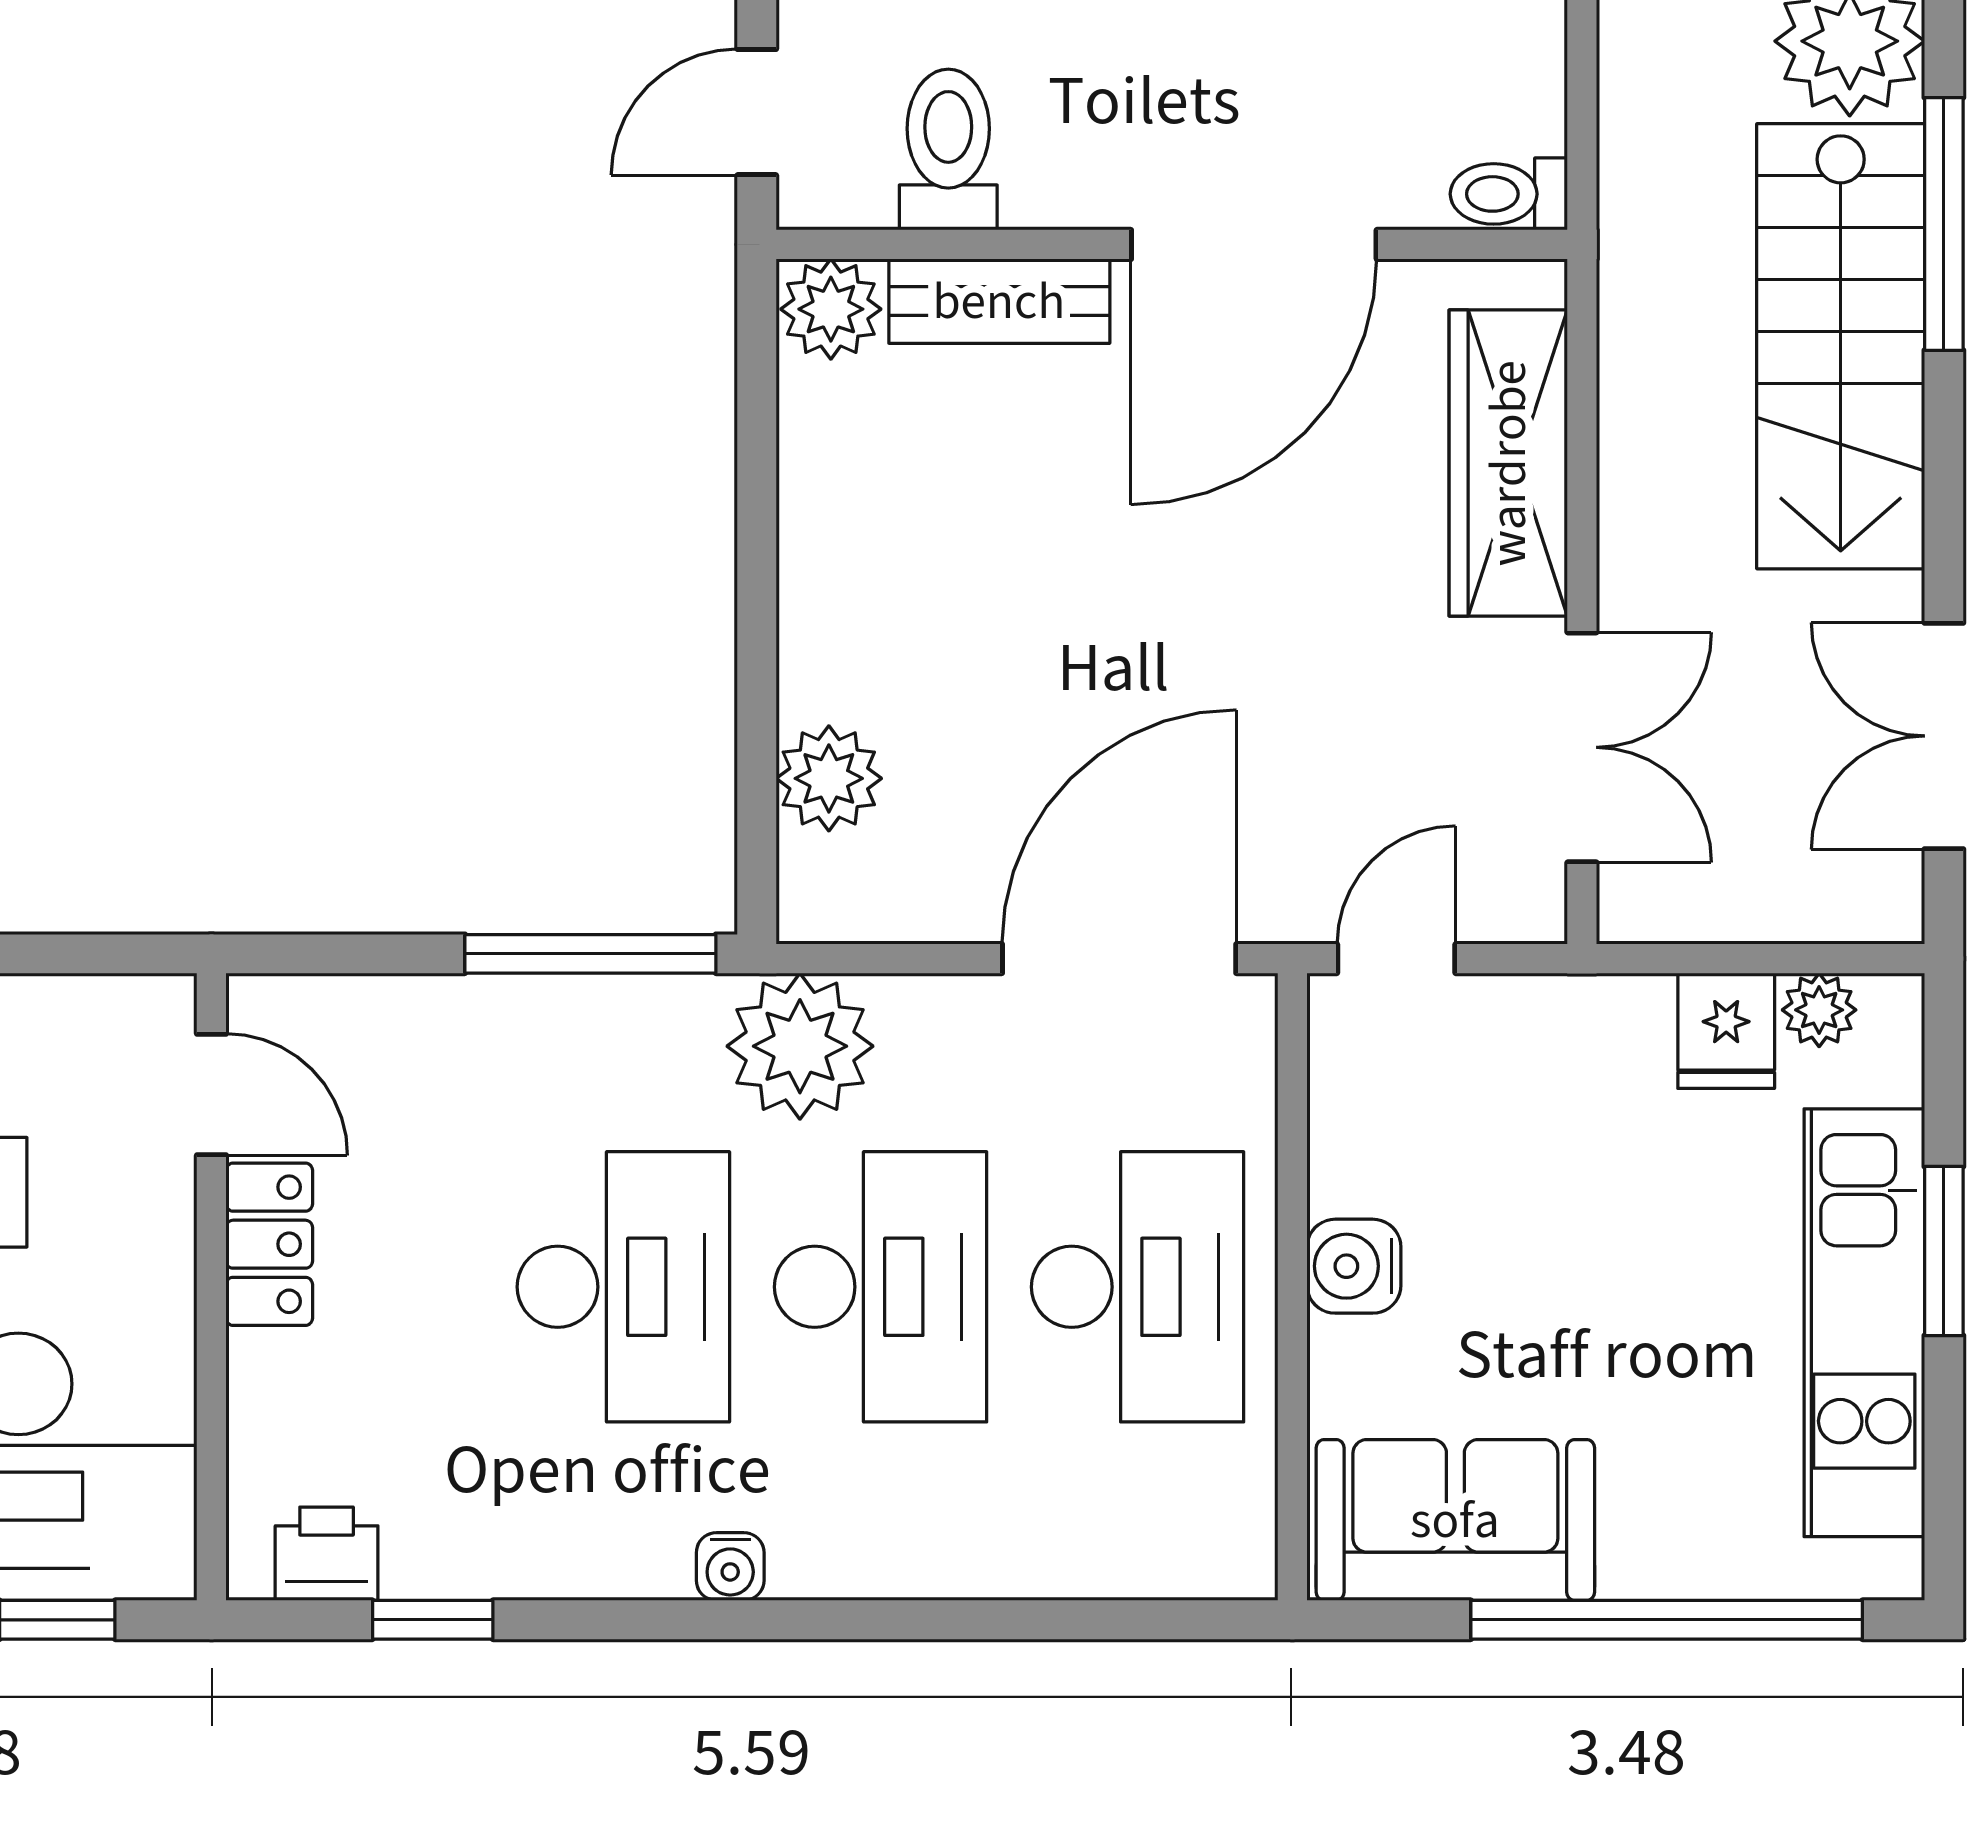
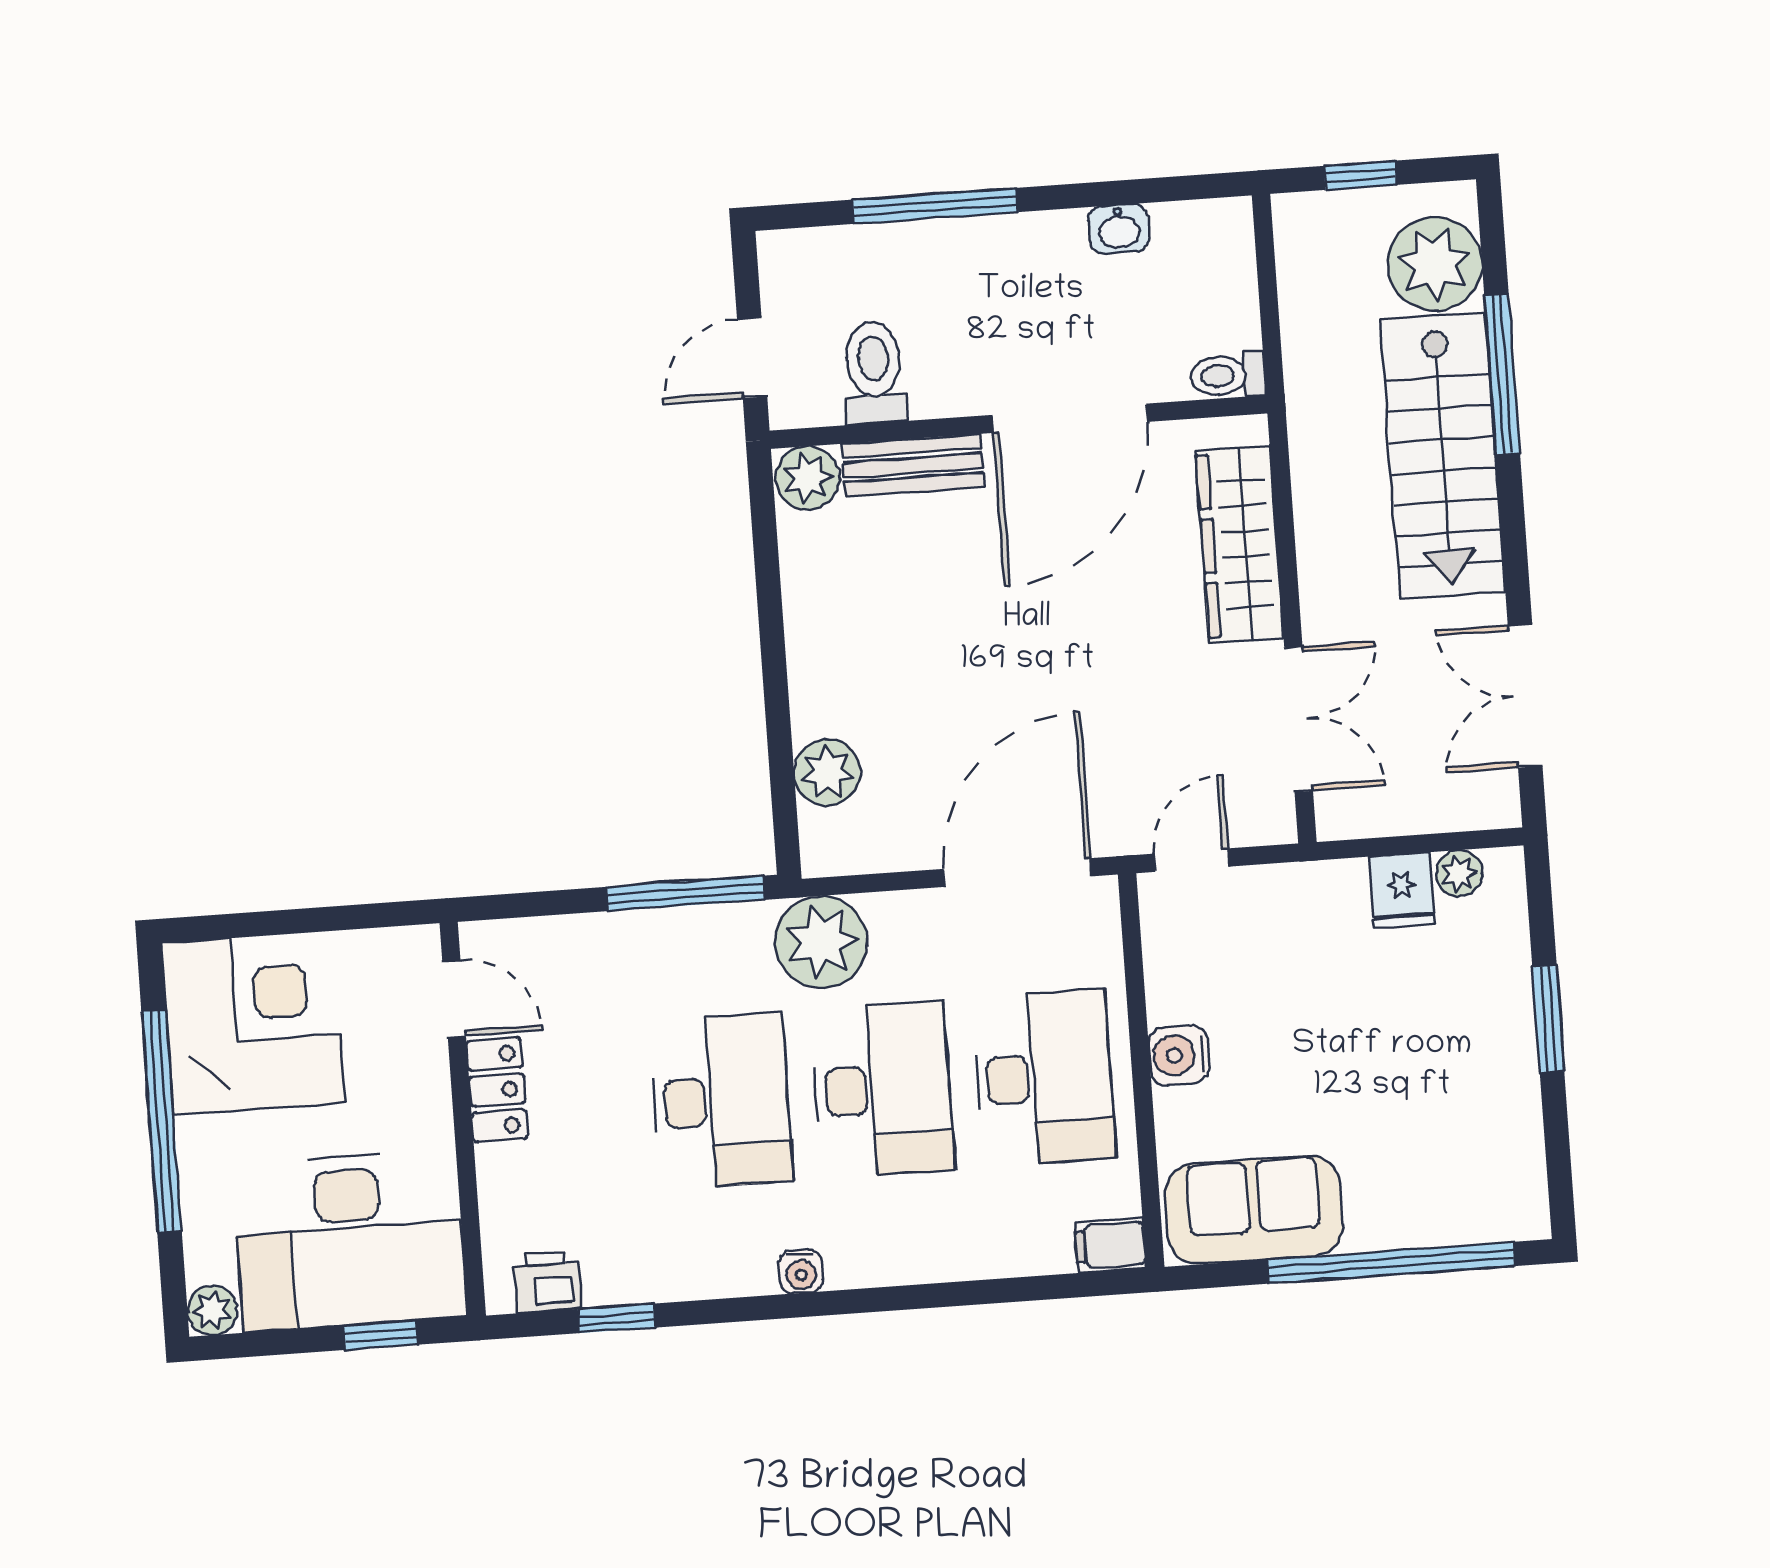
kitchen unit: (1864, 1323) -> (1502, 1068), removed
filing cabinet: (1224, 1560) -> (1110, 1245), added

